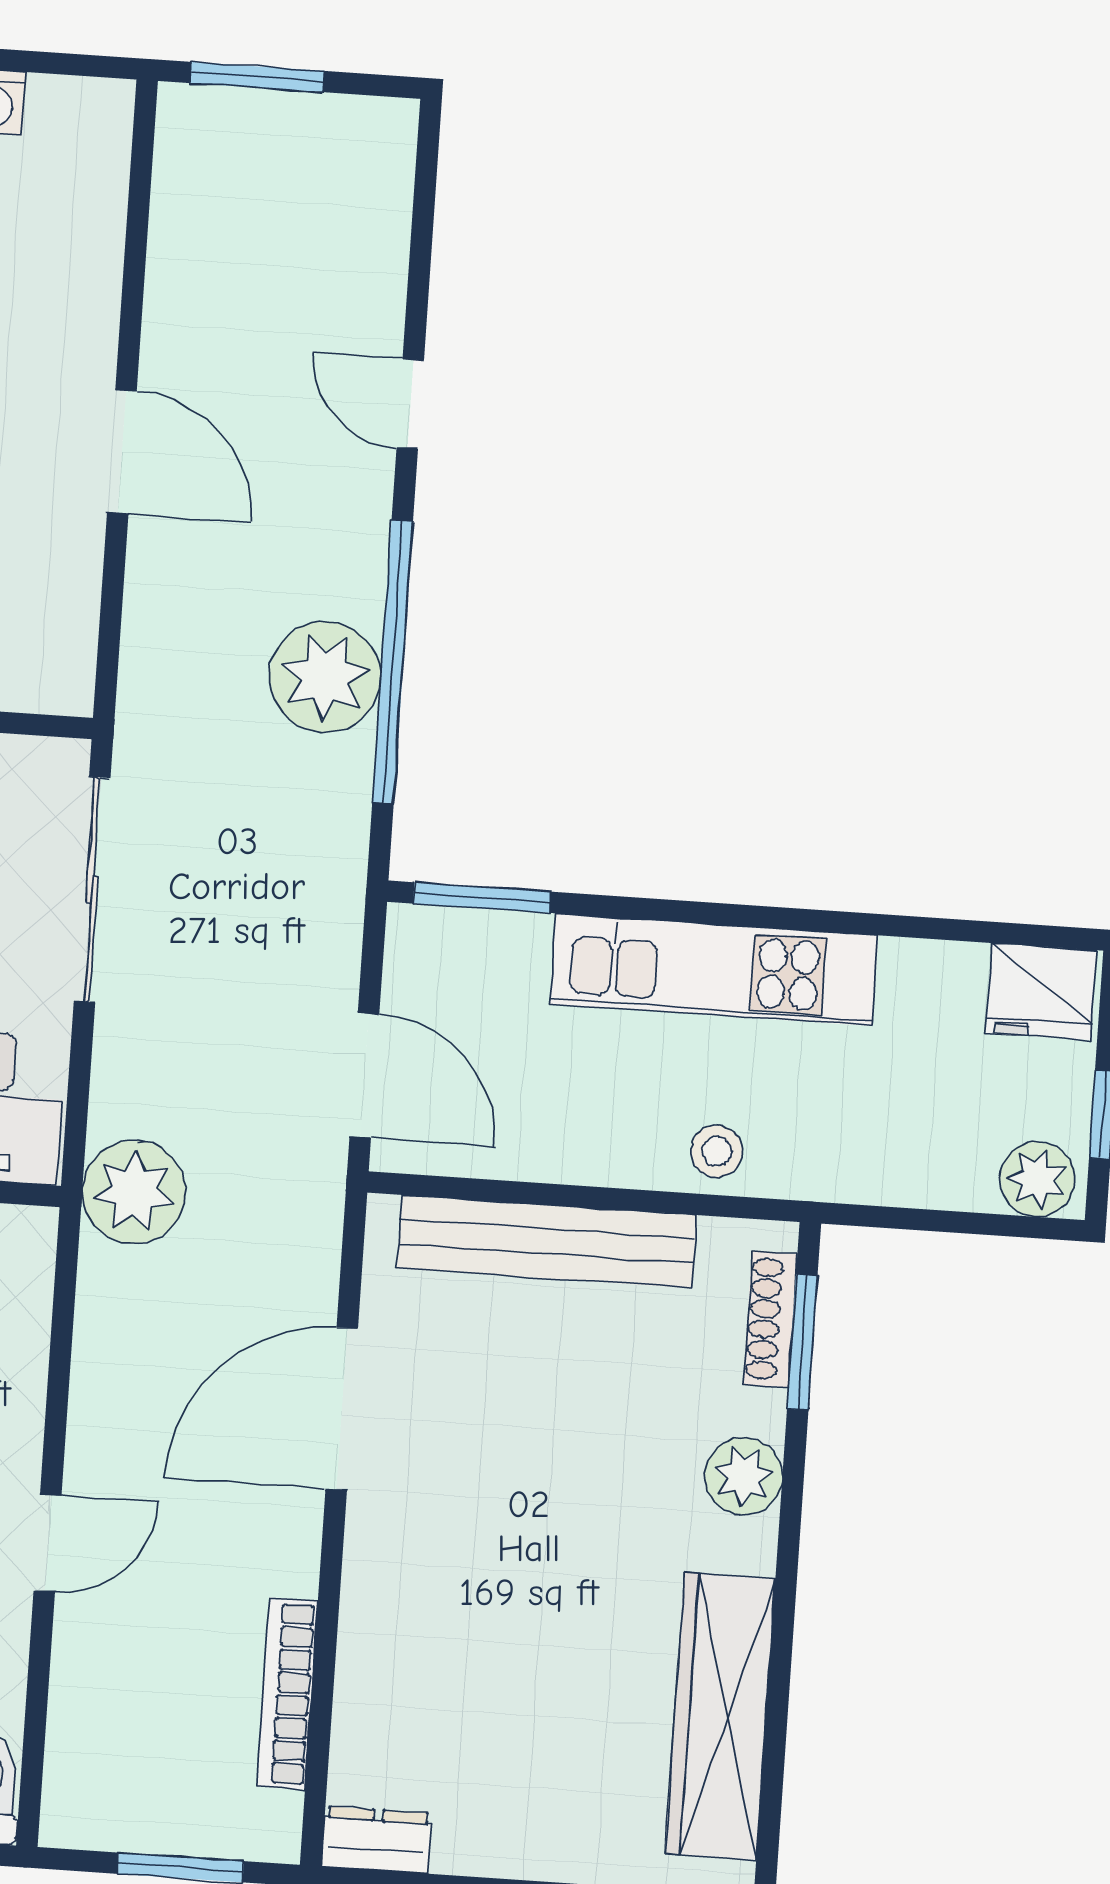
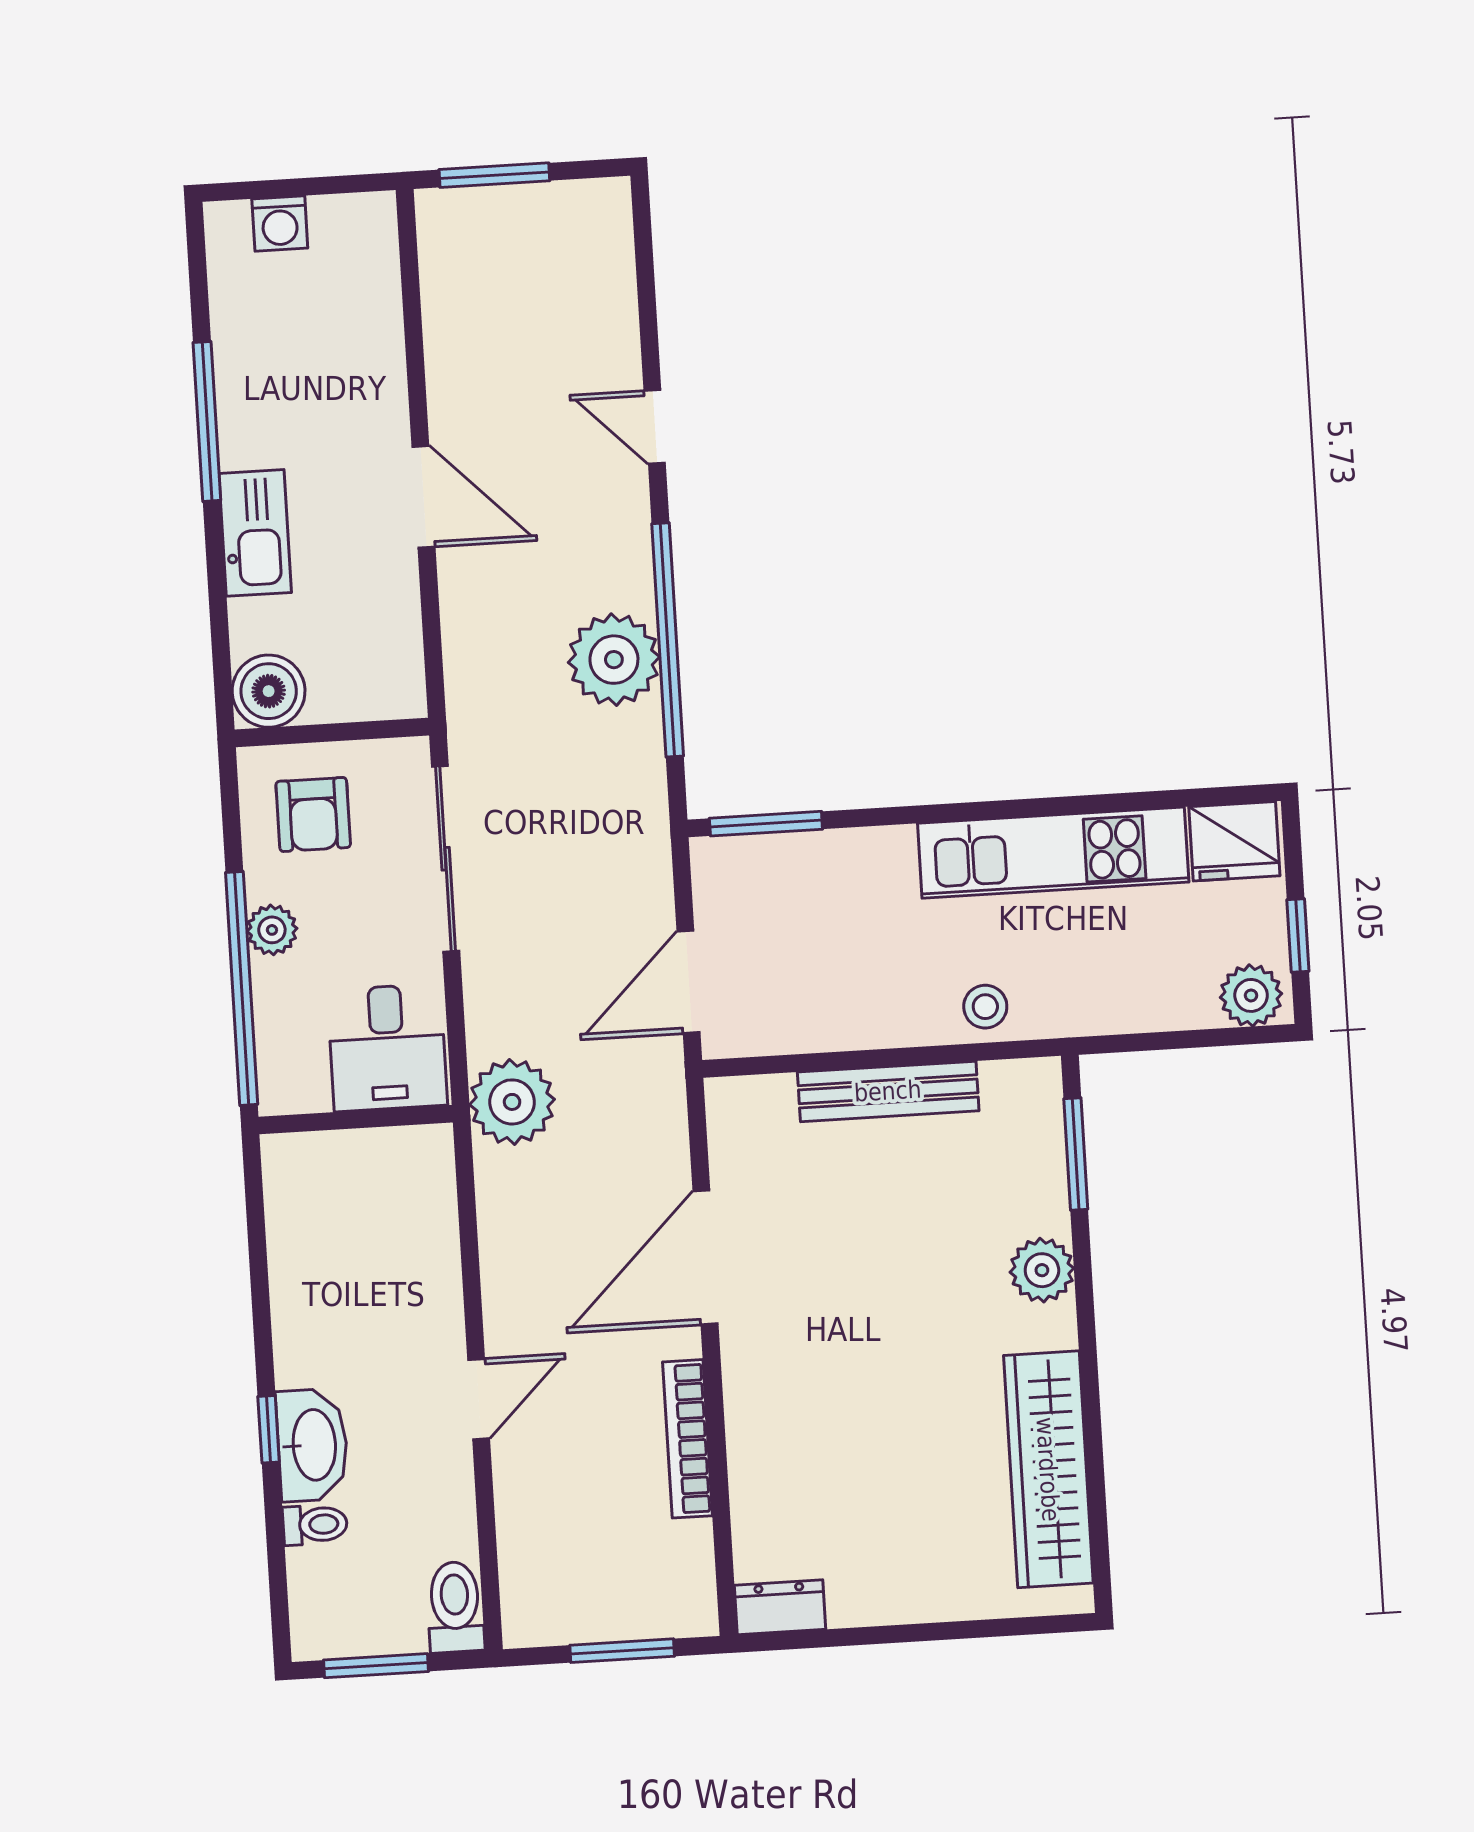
kitchen unit: (714, 970) -> (1053, 853), moved
door: (364, 1075) -> (689, 982), swing flipped
bench: (547, 1242) -> (888, 1091), width x0.73, depth x0.82
shoe rack: (770, 1319) -> (1047, 1139), removed
bookcase: (287, 1694) -> (688, 1439), moved

